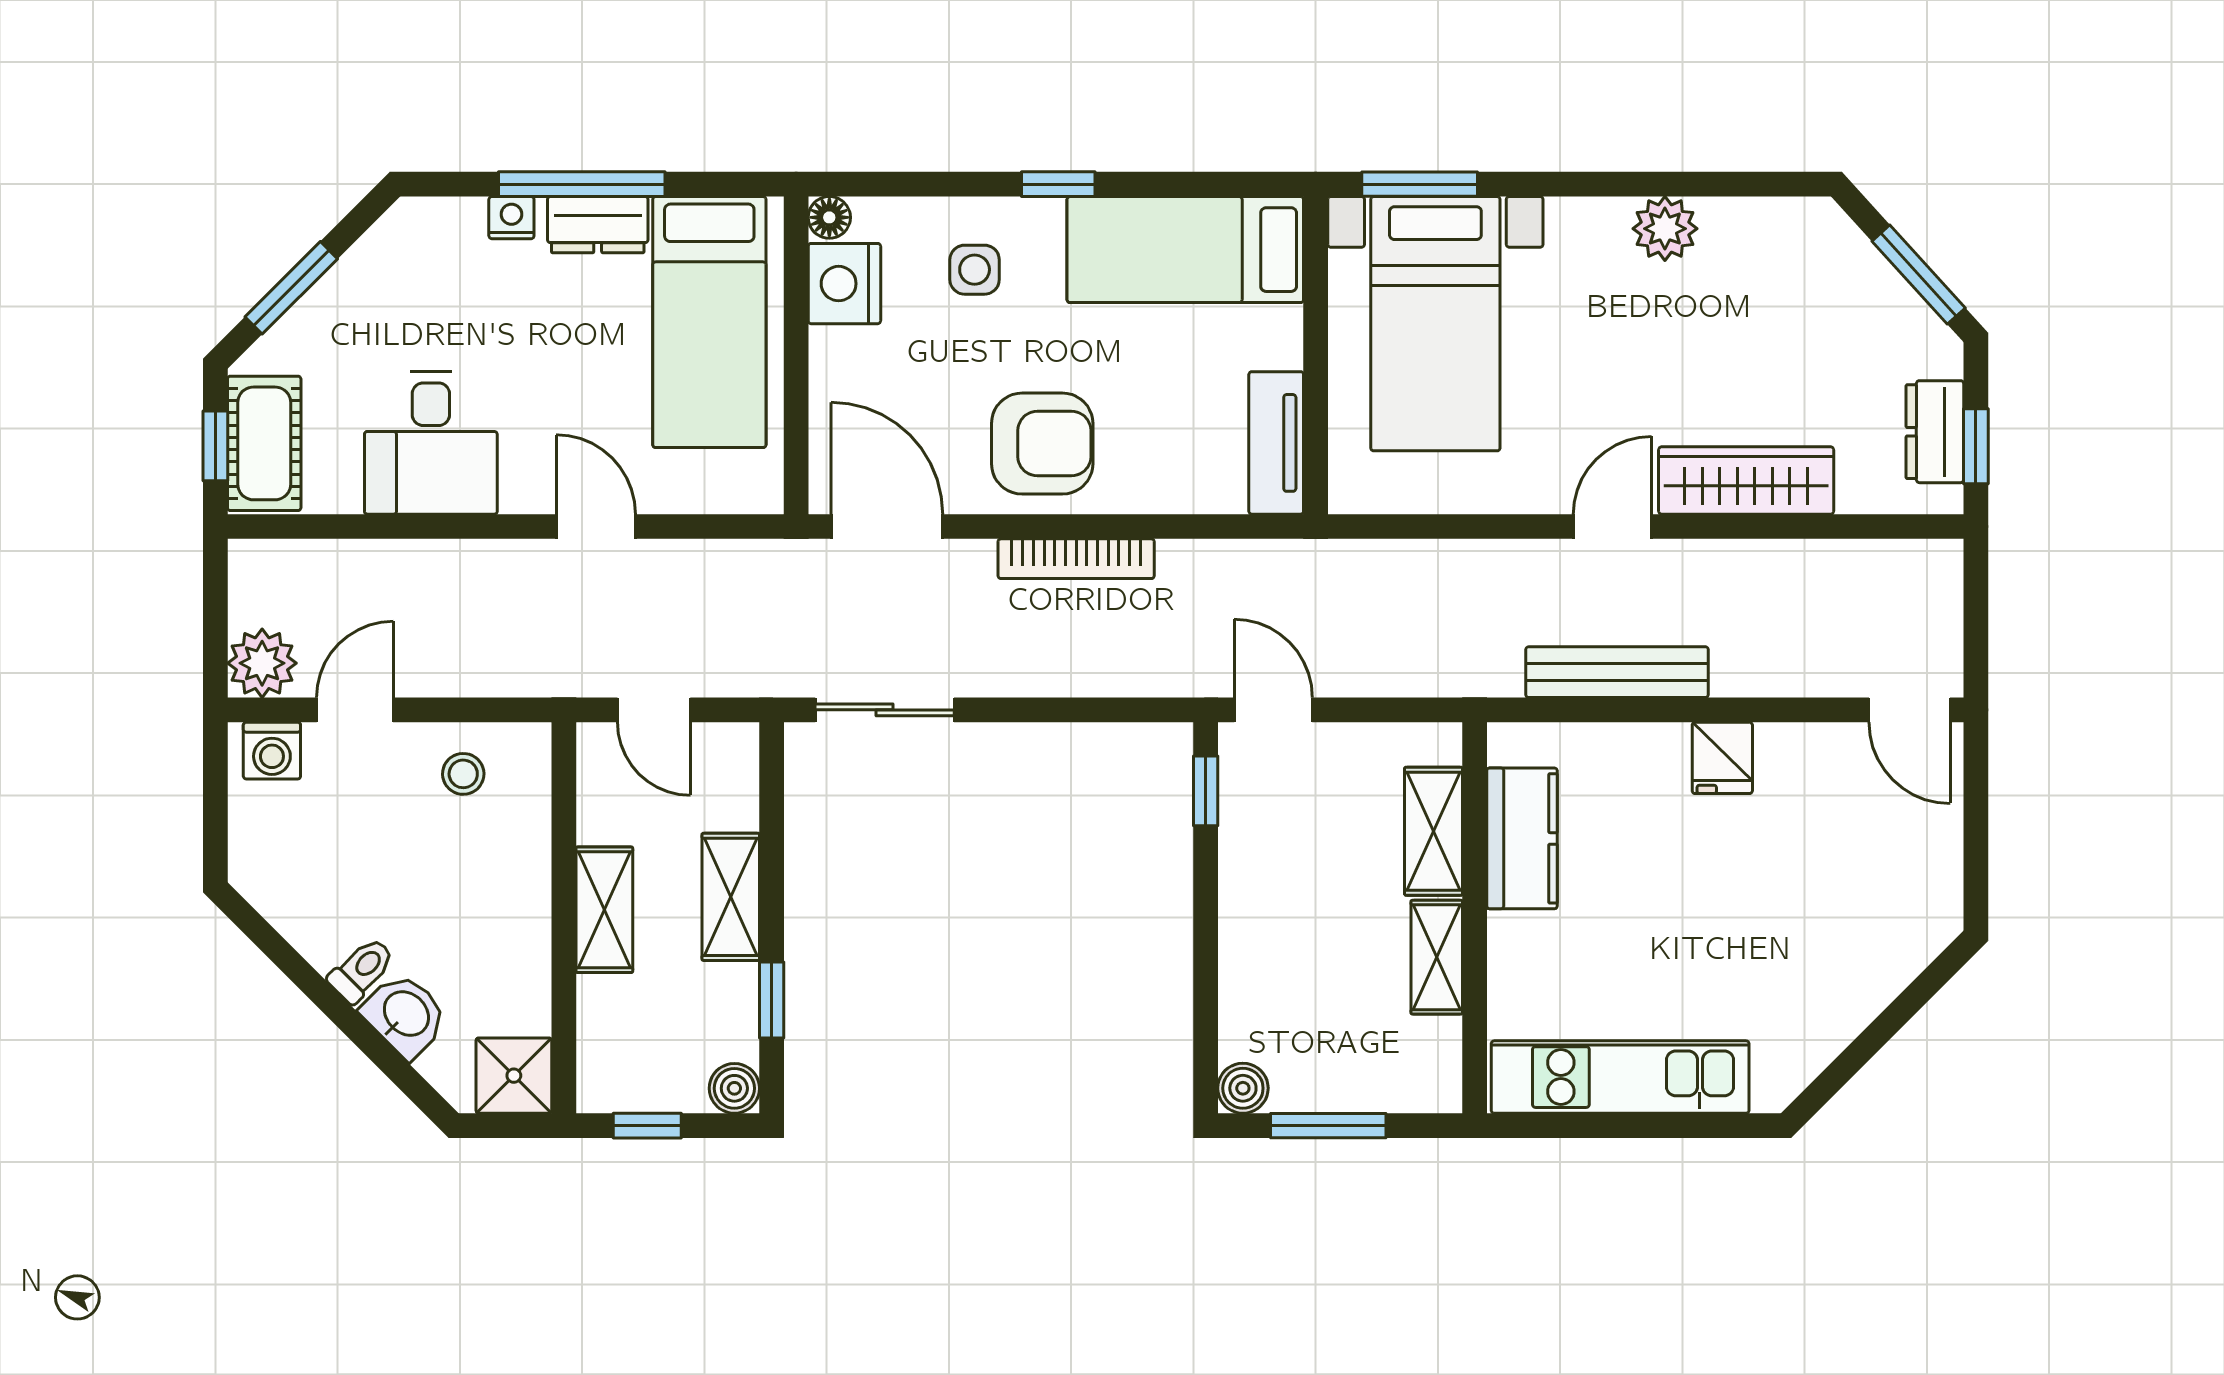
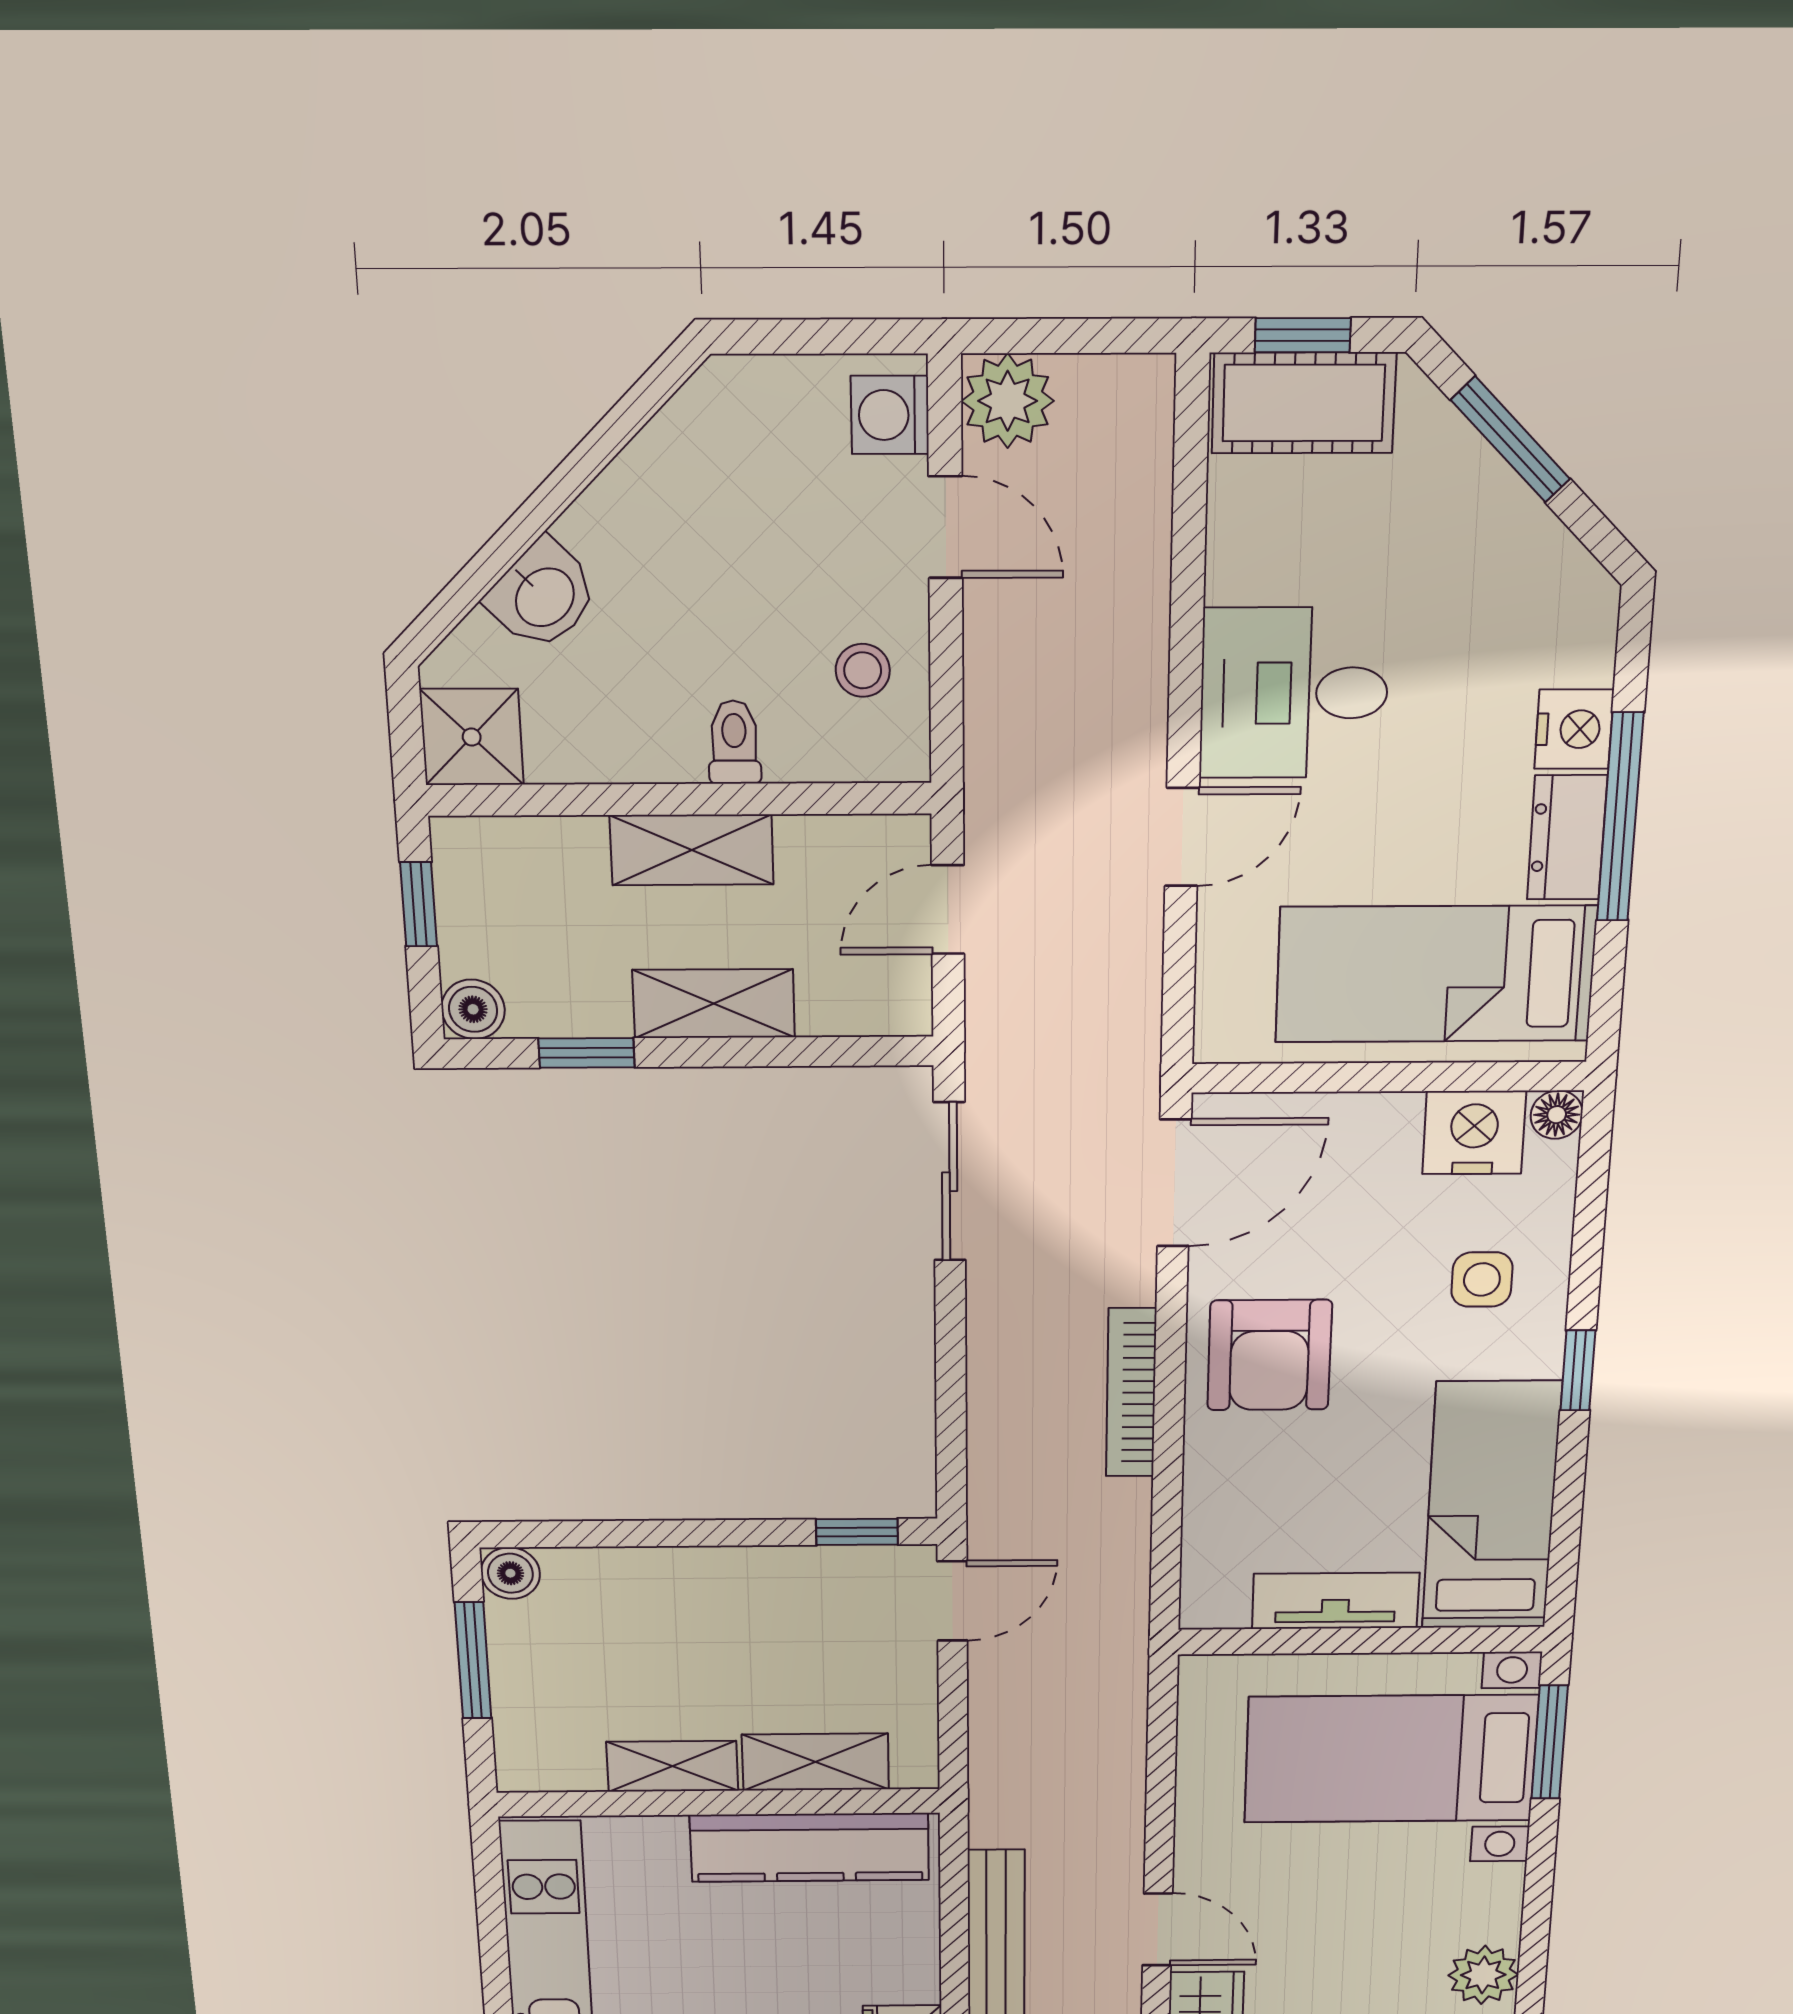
nightstand: (511, 218) -> (1574, 729), width x1.39, depth x1.35
desk: (431, 443) -> (1294, 693), moved
tv unit: (1276, 443) -> (1336, 1601), moved
kitchen counter: (1522, 838) -> (810, 1847), width x1.50
toilet: (362, 970) -> (734, 742), moved, turned -135

